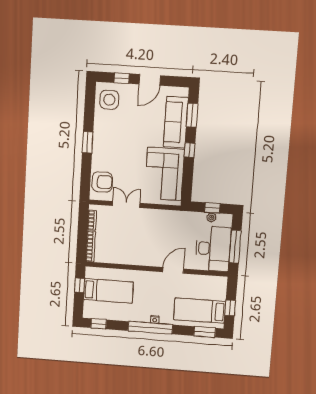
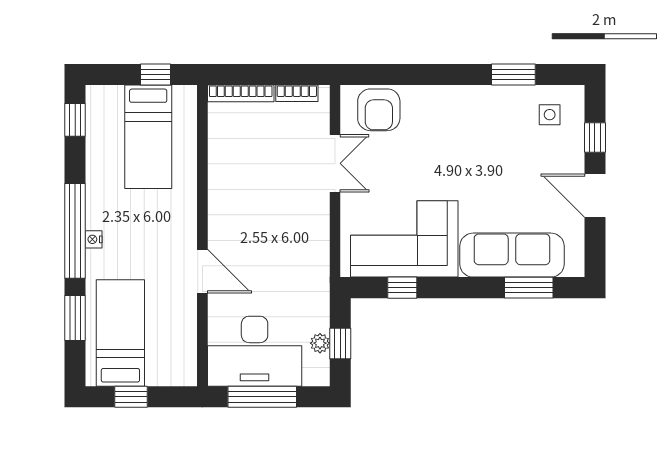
side table: (109, 100) -> (550, 115), width x0.54, depth x0.54
window: (88, 142) -> (513, 74), moved
window: (190, 150) -> (402, 288), moved
window: (205, 332) -> (75, 318), moved

